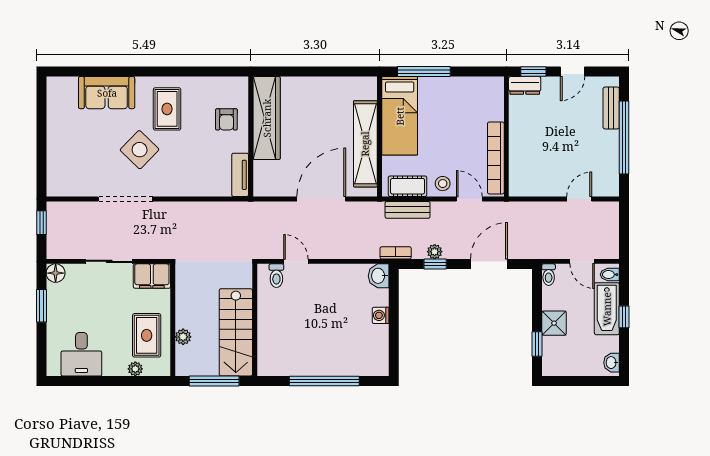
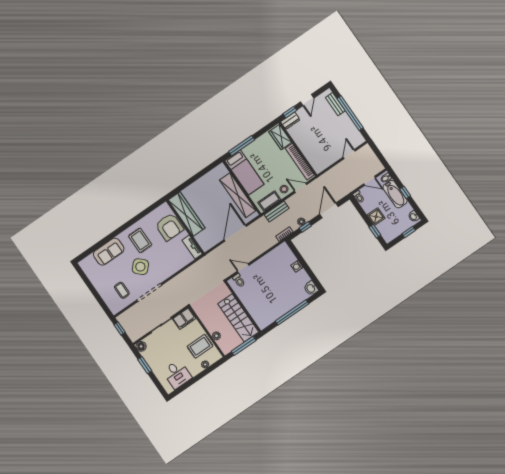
wardrobe: (492, 100) -> (280, 137), added
armchair: (226, 119) -> (169, 227), width x1.88, depth x1.88
coffee table: (86, 166) -> (122, 290), added
washbasin: (379, 276) -> (311, 288), moved
rug: (147, 335) -> (200, 346), turned 90
window: (588, 381) -> (409, 232), added

